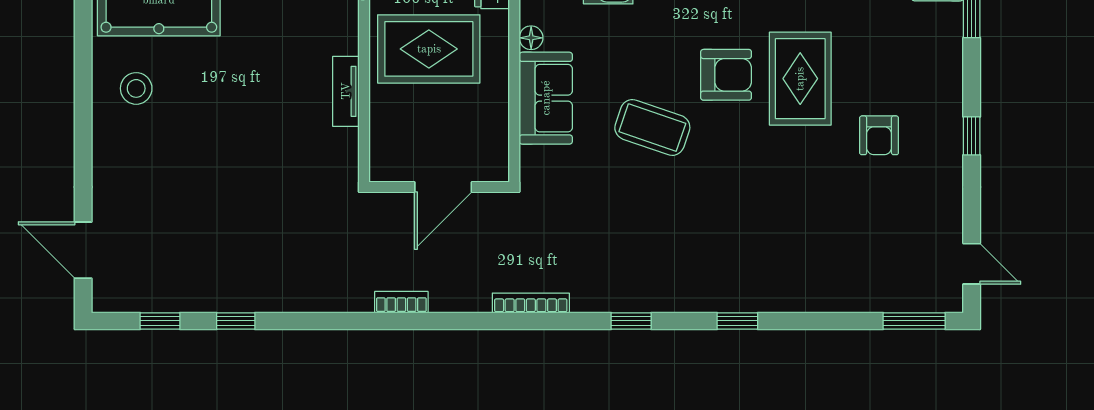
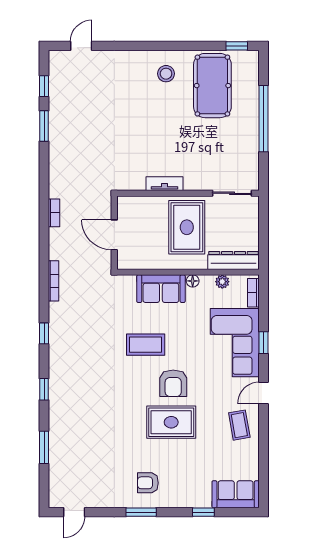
coffee table: (652, 127) -> (146, 345), turned 71
armchair: (879, 135) -> (148, 483), moved
window: (972, 136) -> (141, 512), width x1.50
door: (83, 250) -> (81, 46), width x0.73
window: (236, 321) -> (44, 126), width x1.50
window: (914, 321) -> (44, 447), moved

